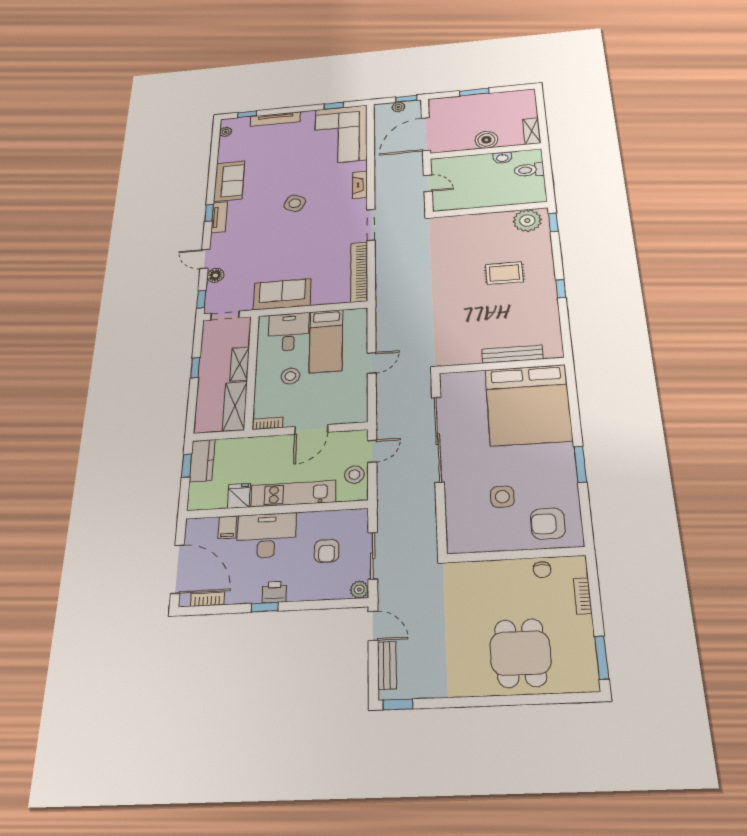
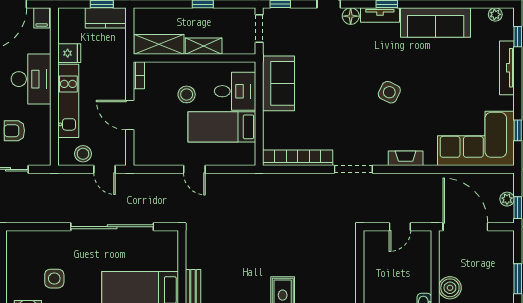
sofa: (229, 181) -> (436, 22), width x1.36
floor lamp: (215, 275) -> (351, 16), moved
filing cabinet: (227, 527) -> (42, 18), moved, turned -90

